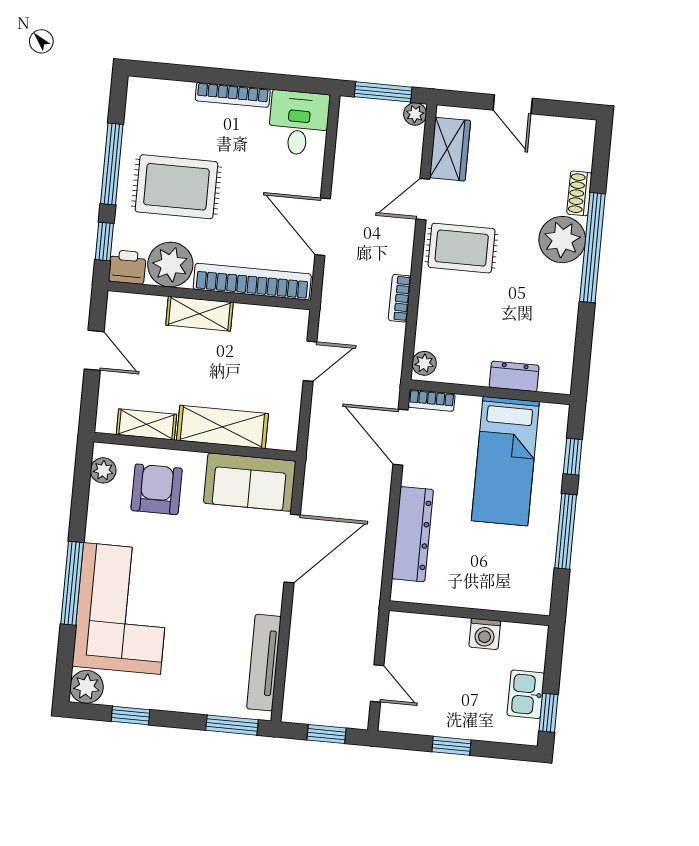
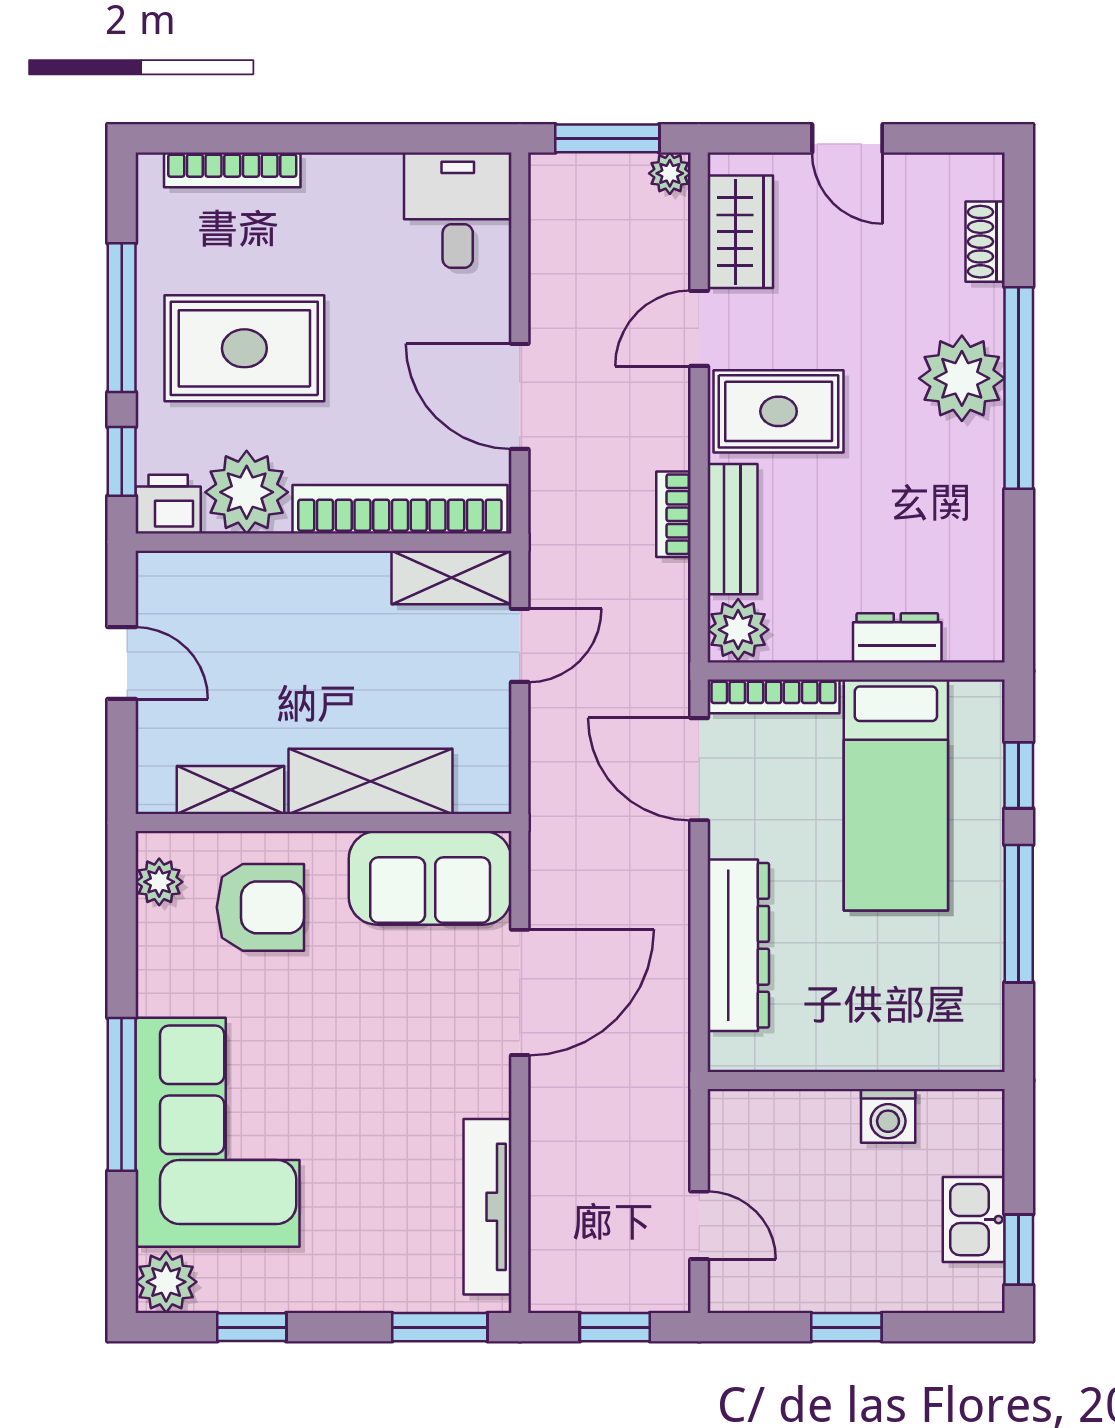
bookcase: (233, 95) -> (232, 170), moved
shoe rack: (579, 193) -> (985, 242), moved
bench: (431, 309) -> (732, 529), added
shelving: (199, 314) -> (451, 577), moved
plant: (424, 363) -> (738, 630), width x1.38, depth x1.38
bookcase: (432, 400) -> (773, 696), width x1.56
armchair: (157, 489) -> (260, 907), turned 90

